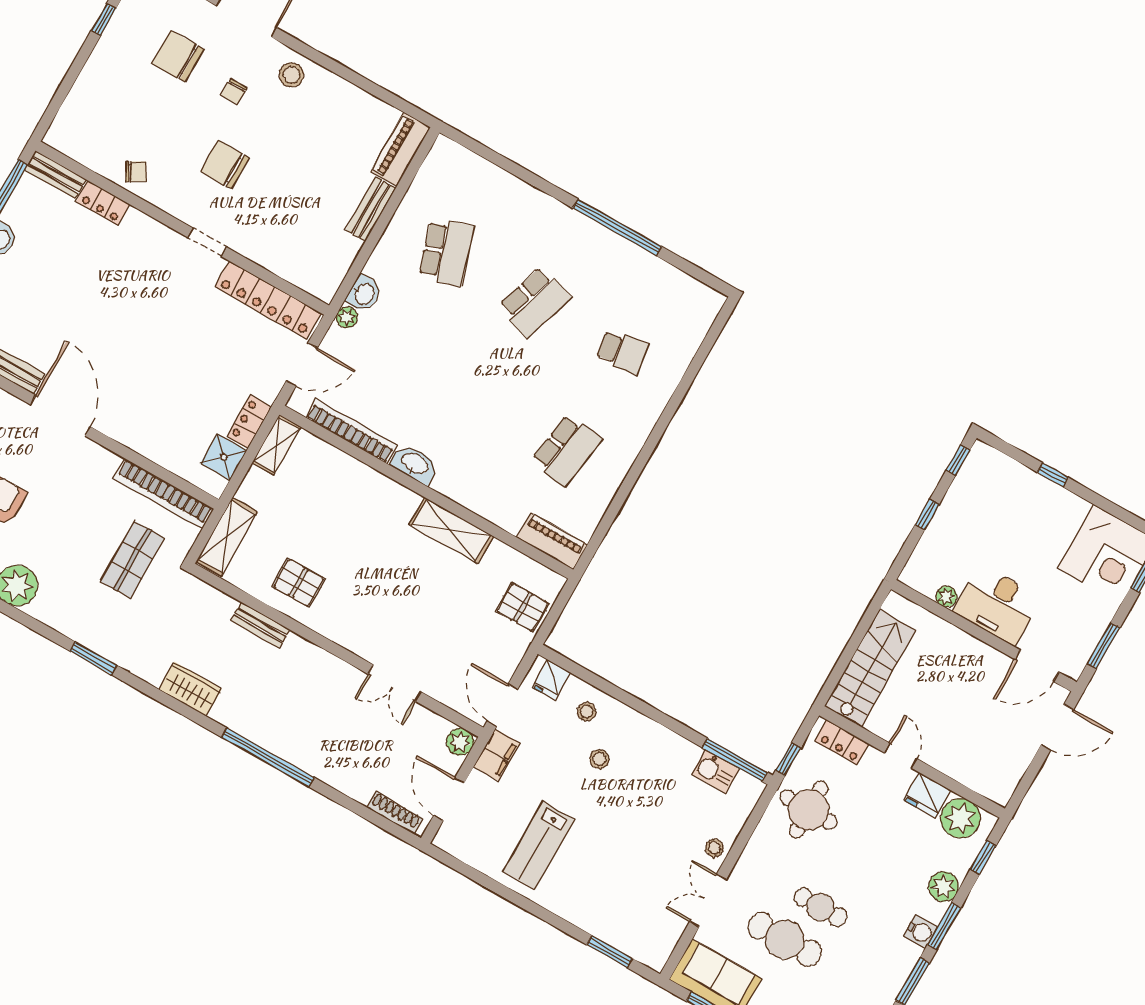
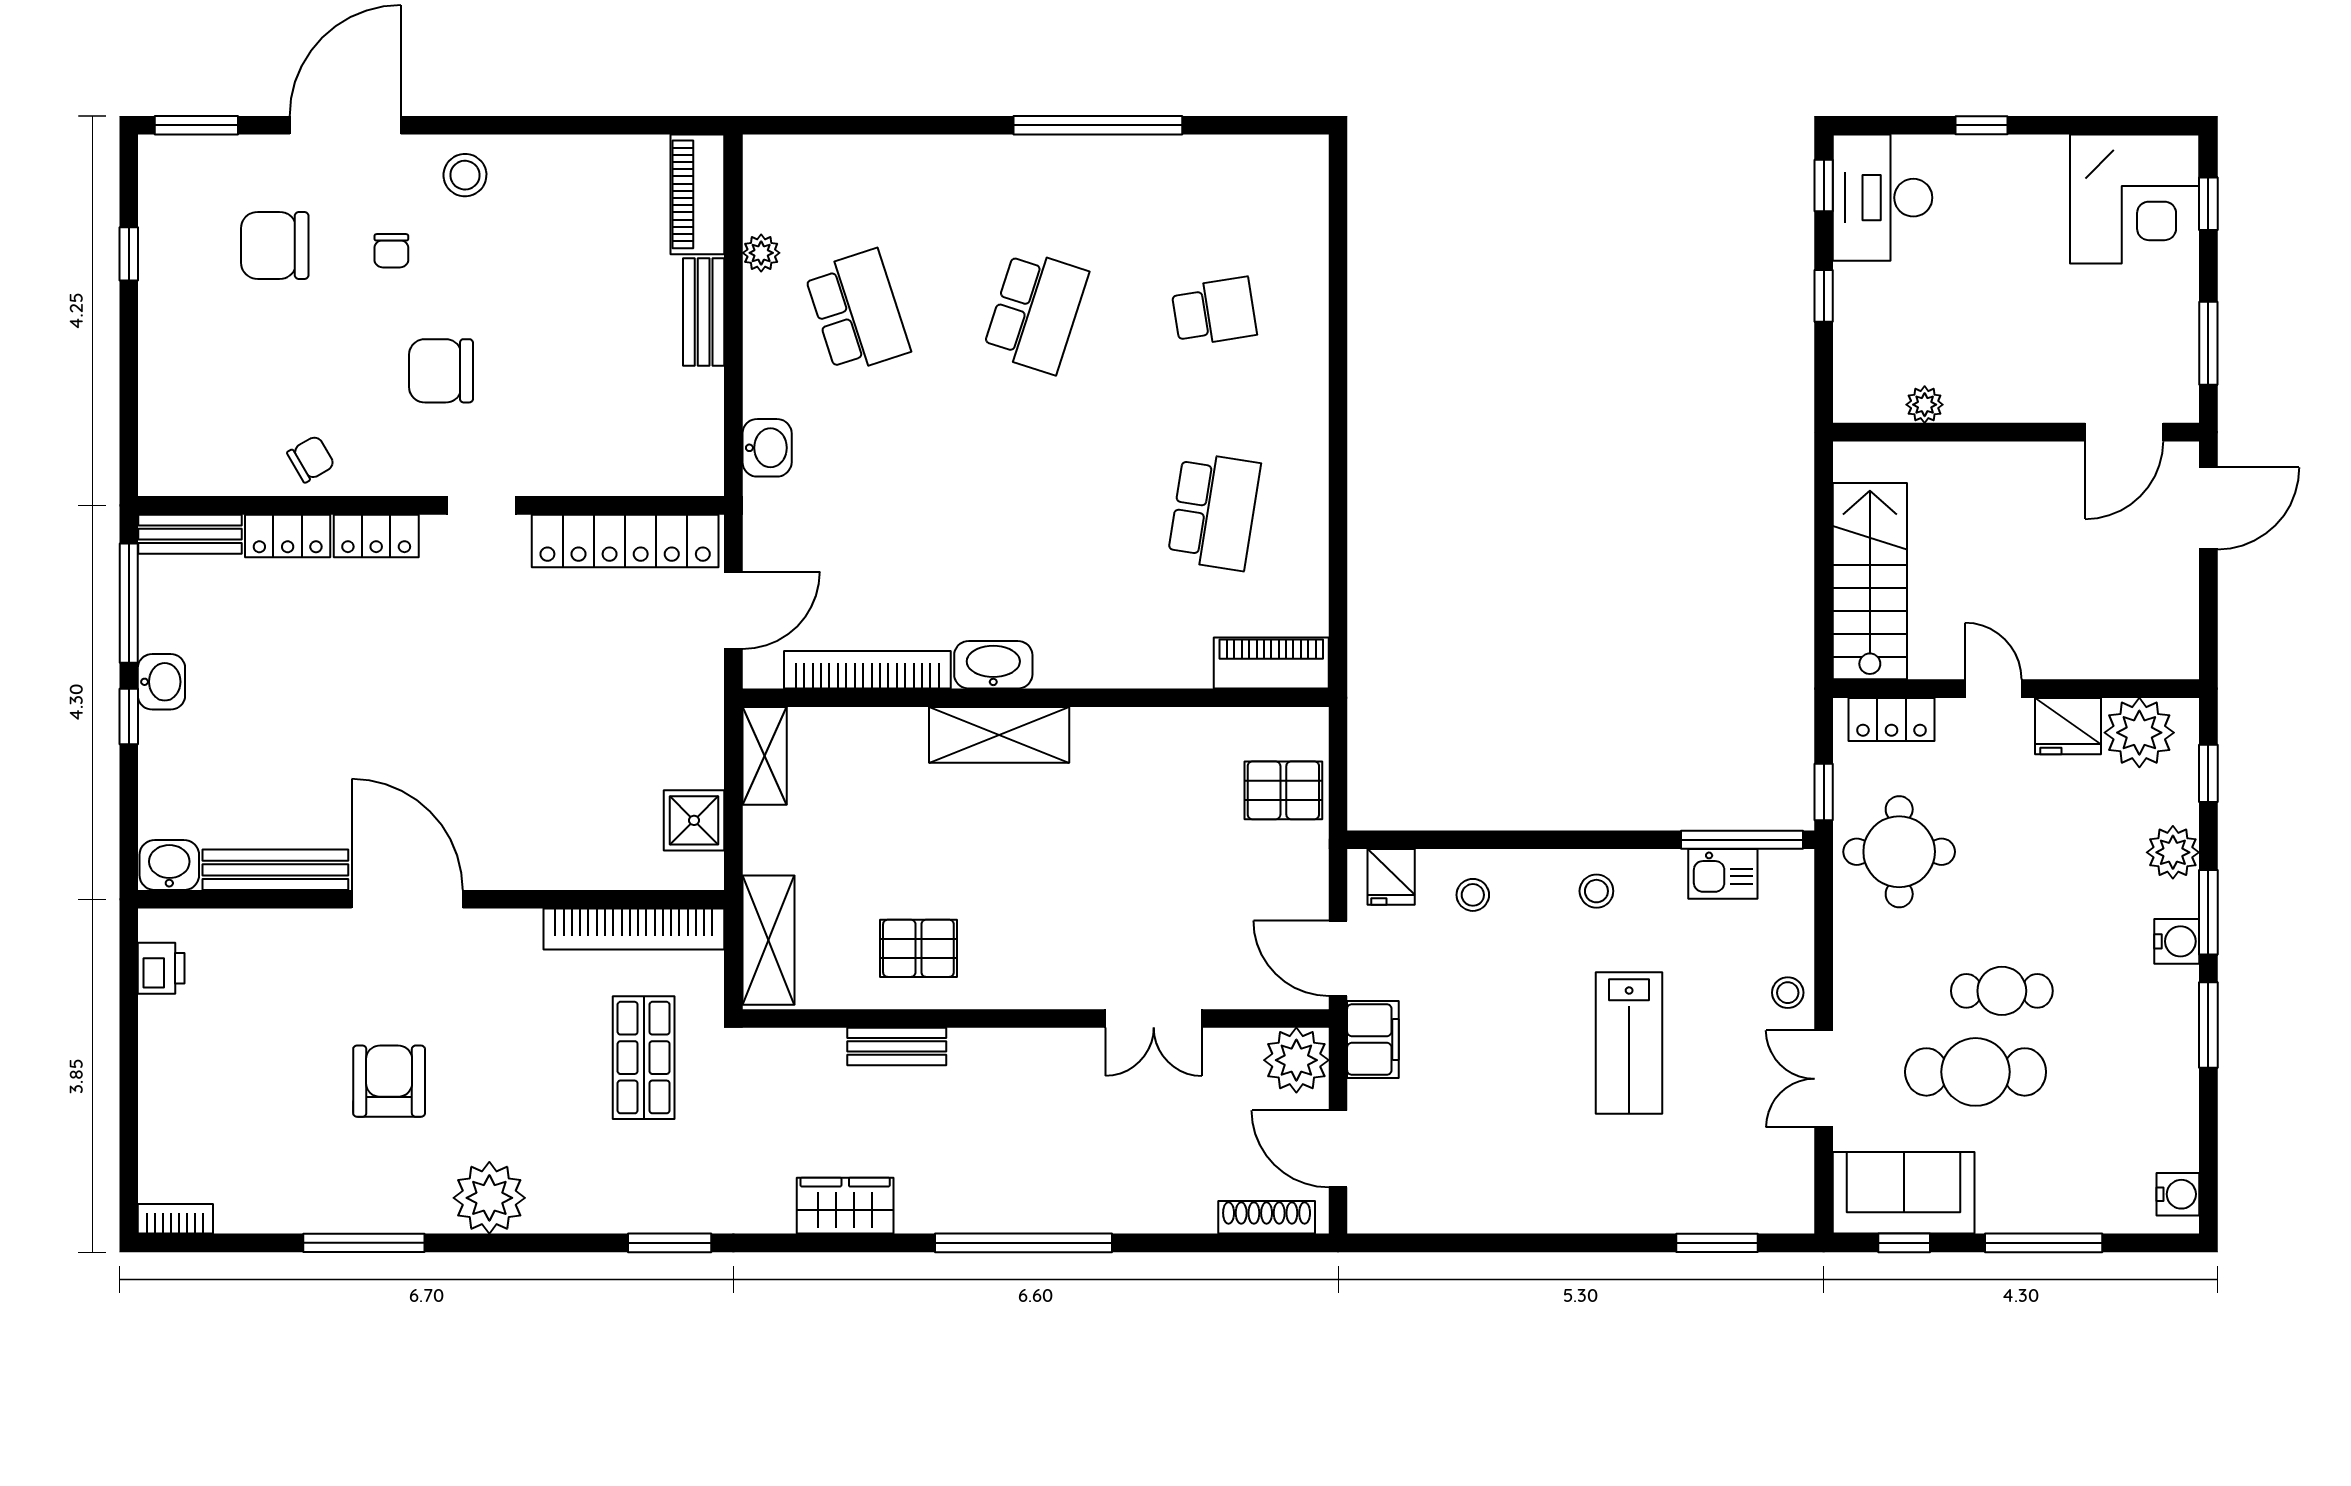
plant: (347, 317) -> (761, 253), moved
locker: (249, 422) -> (376, 536), moved, turned -90
shelving: (451, 530) -> (999, 735), moved
desk: (997, 605) -> (1882, 198), moved, turned 90
plant: (460, 742) -> (1296, 1060), width x1.36, depth x1.36
stool: (599, 759) -> (1596, 891), moved
lab bench: (539, 846) -> (1629, 1043), moved

